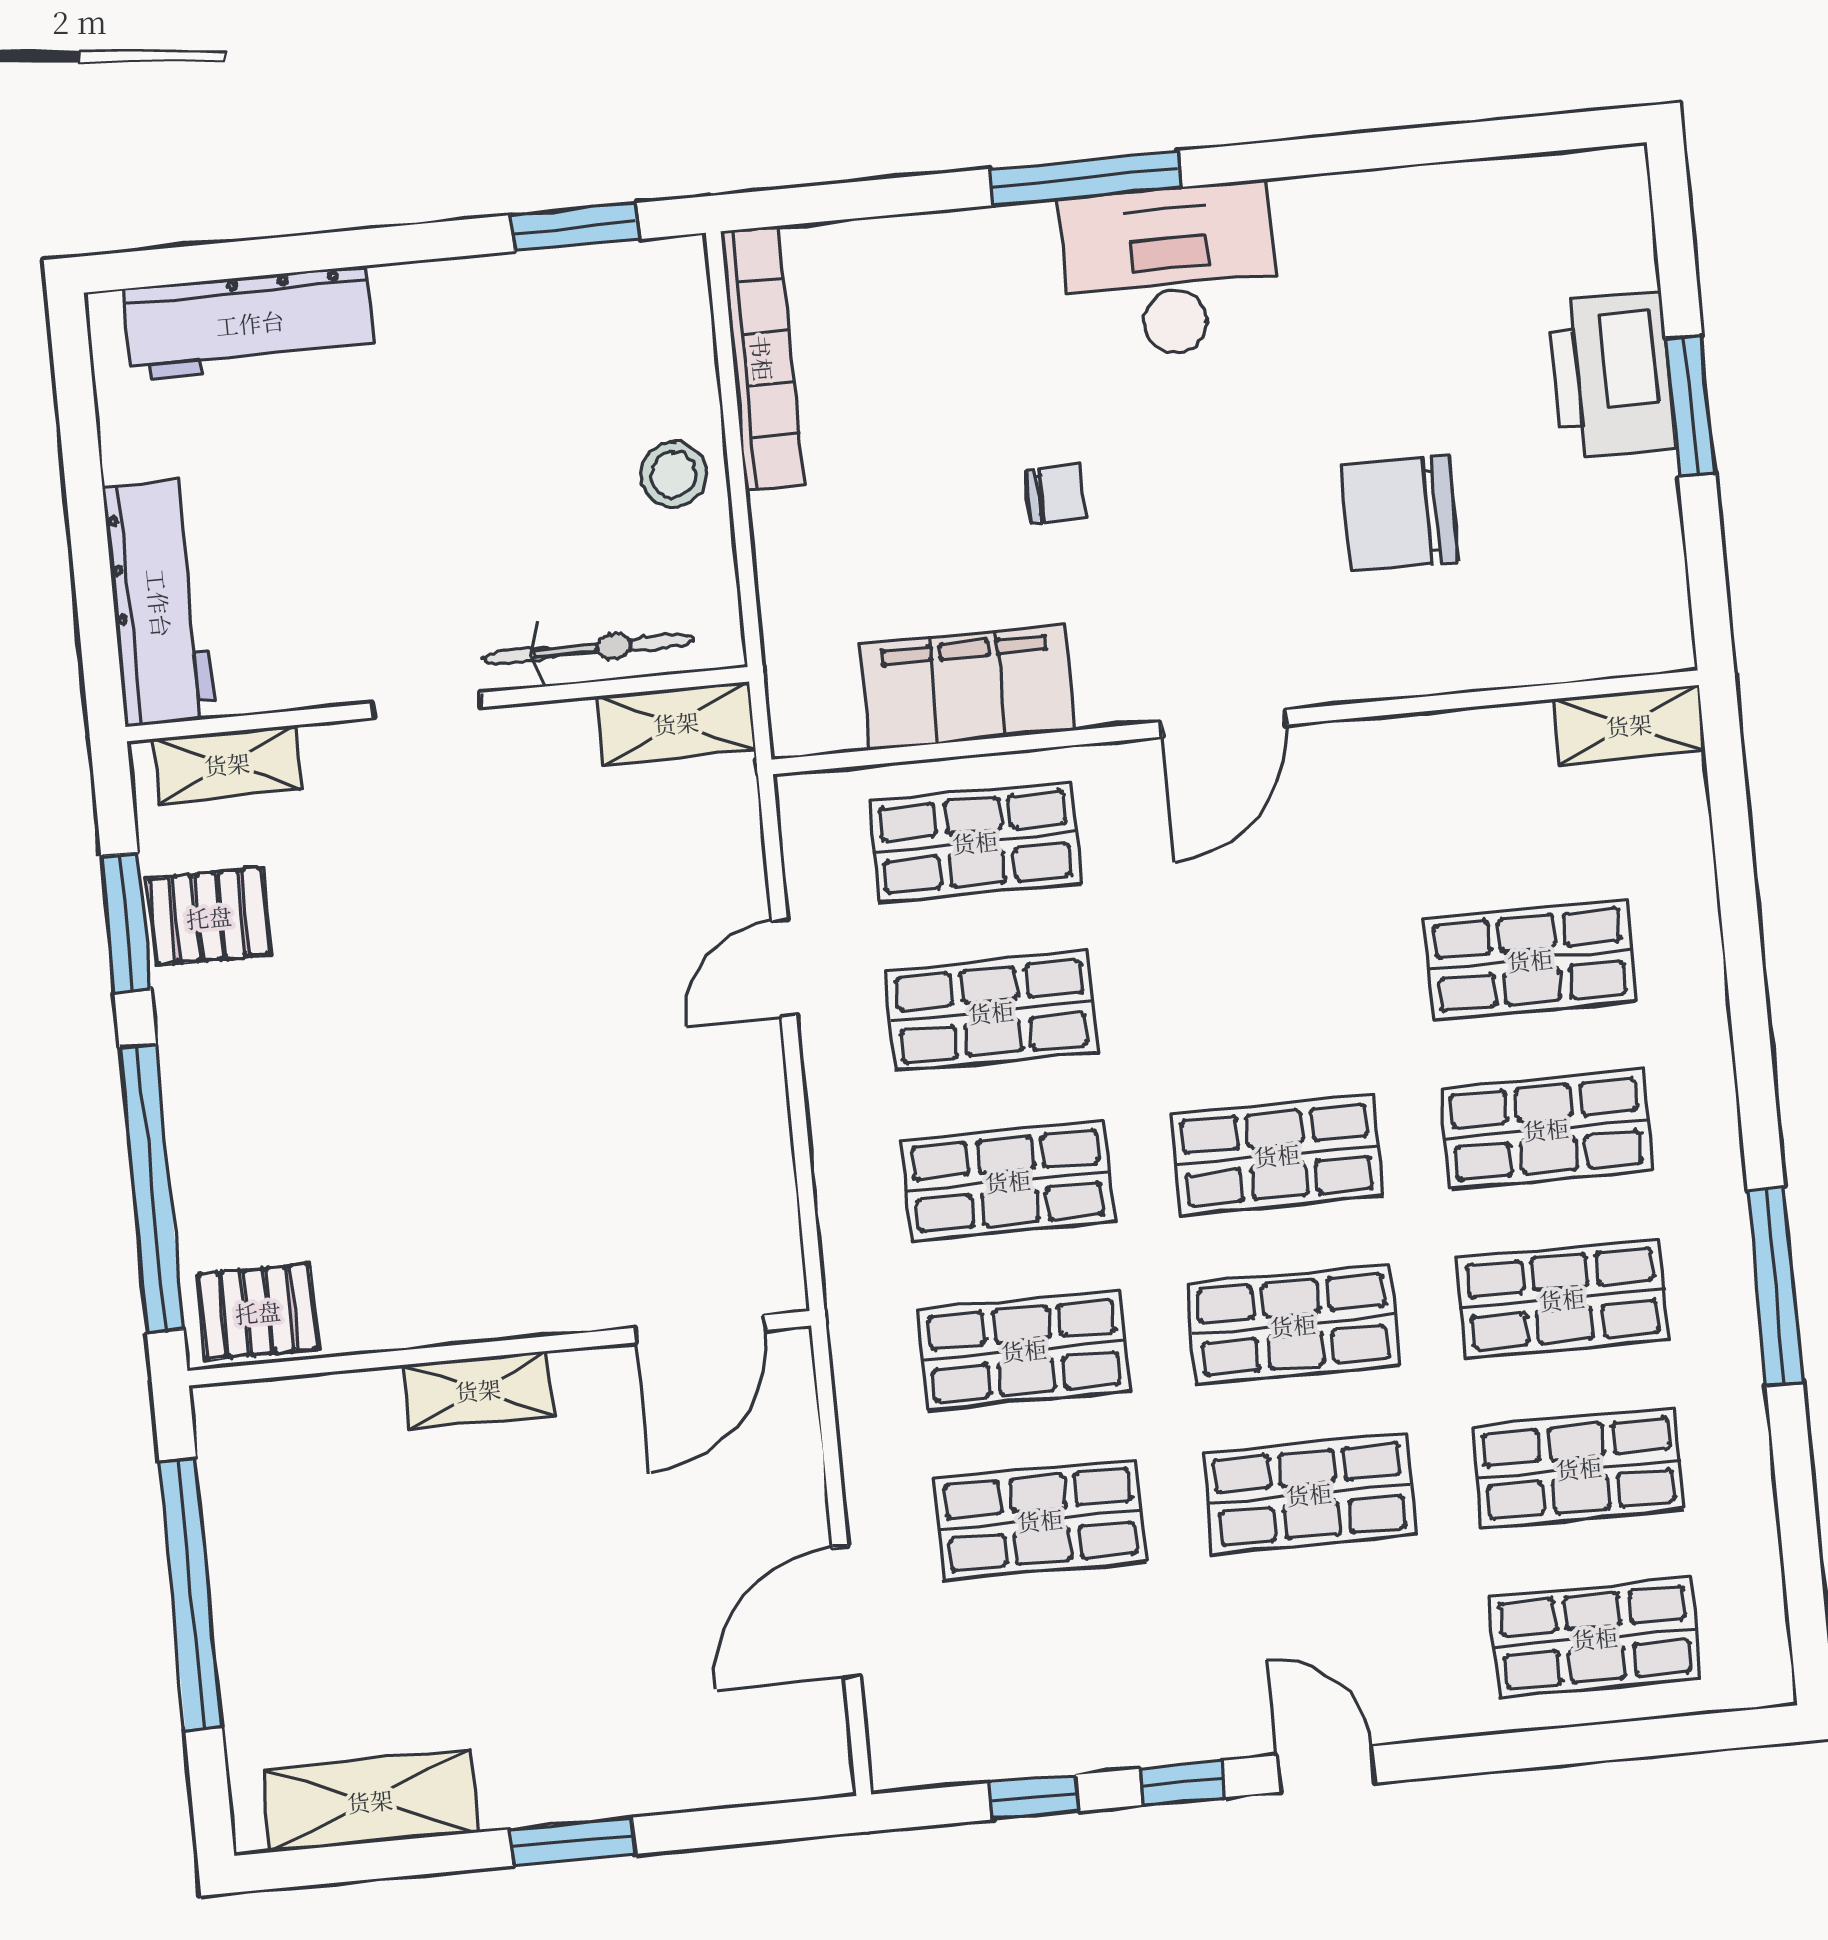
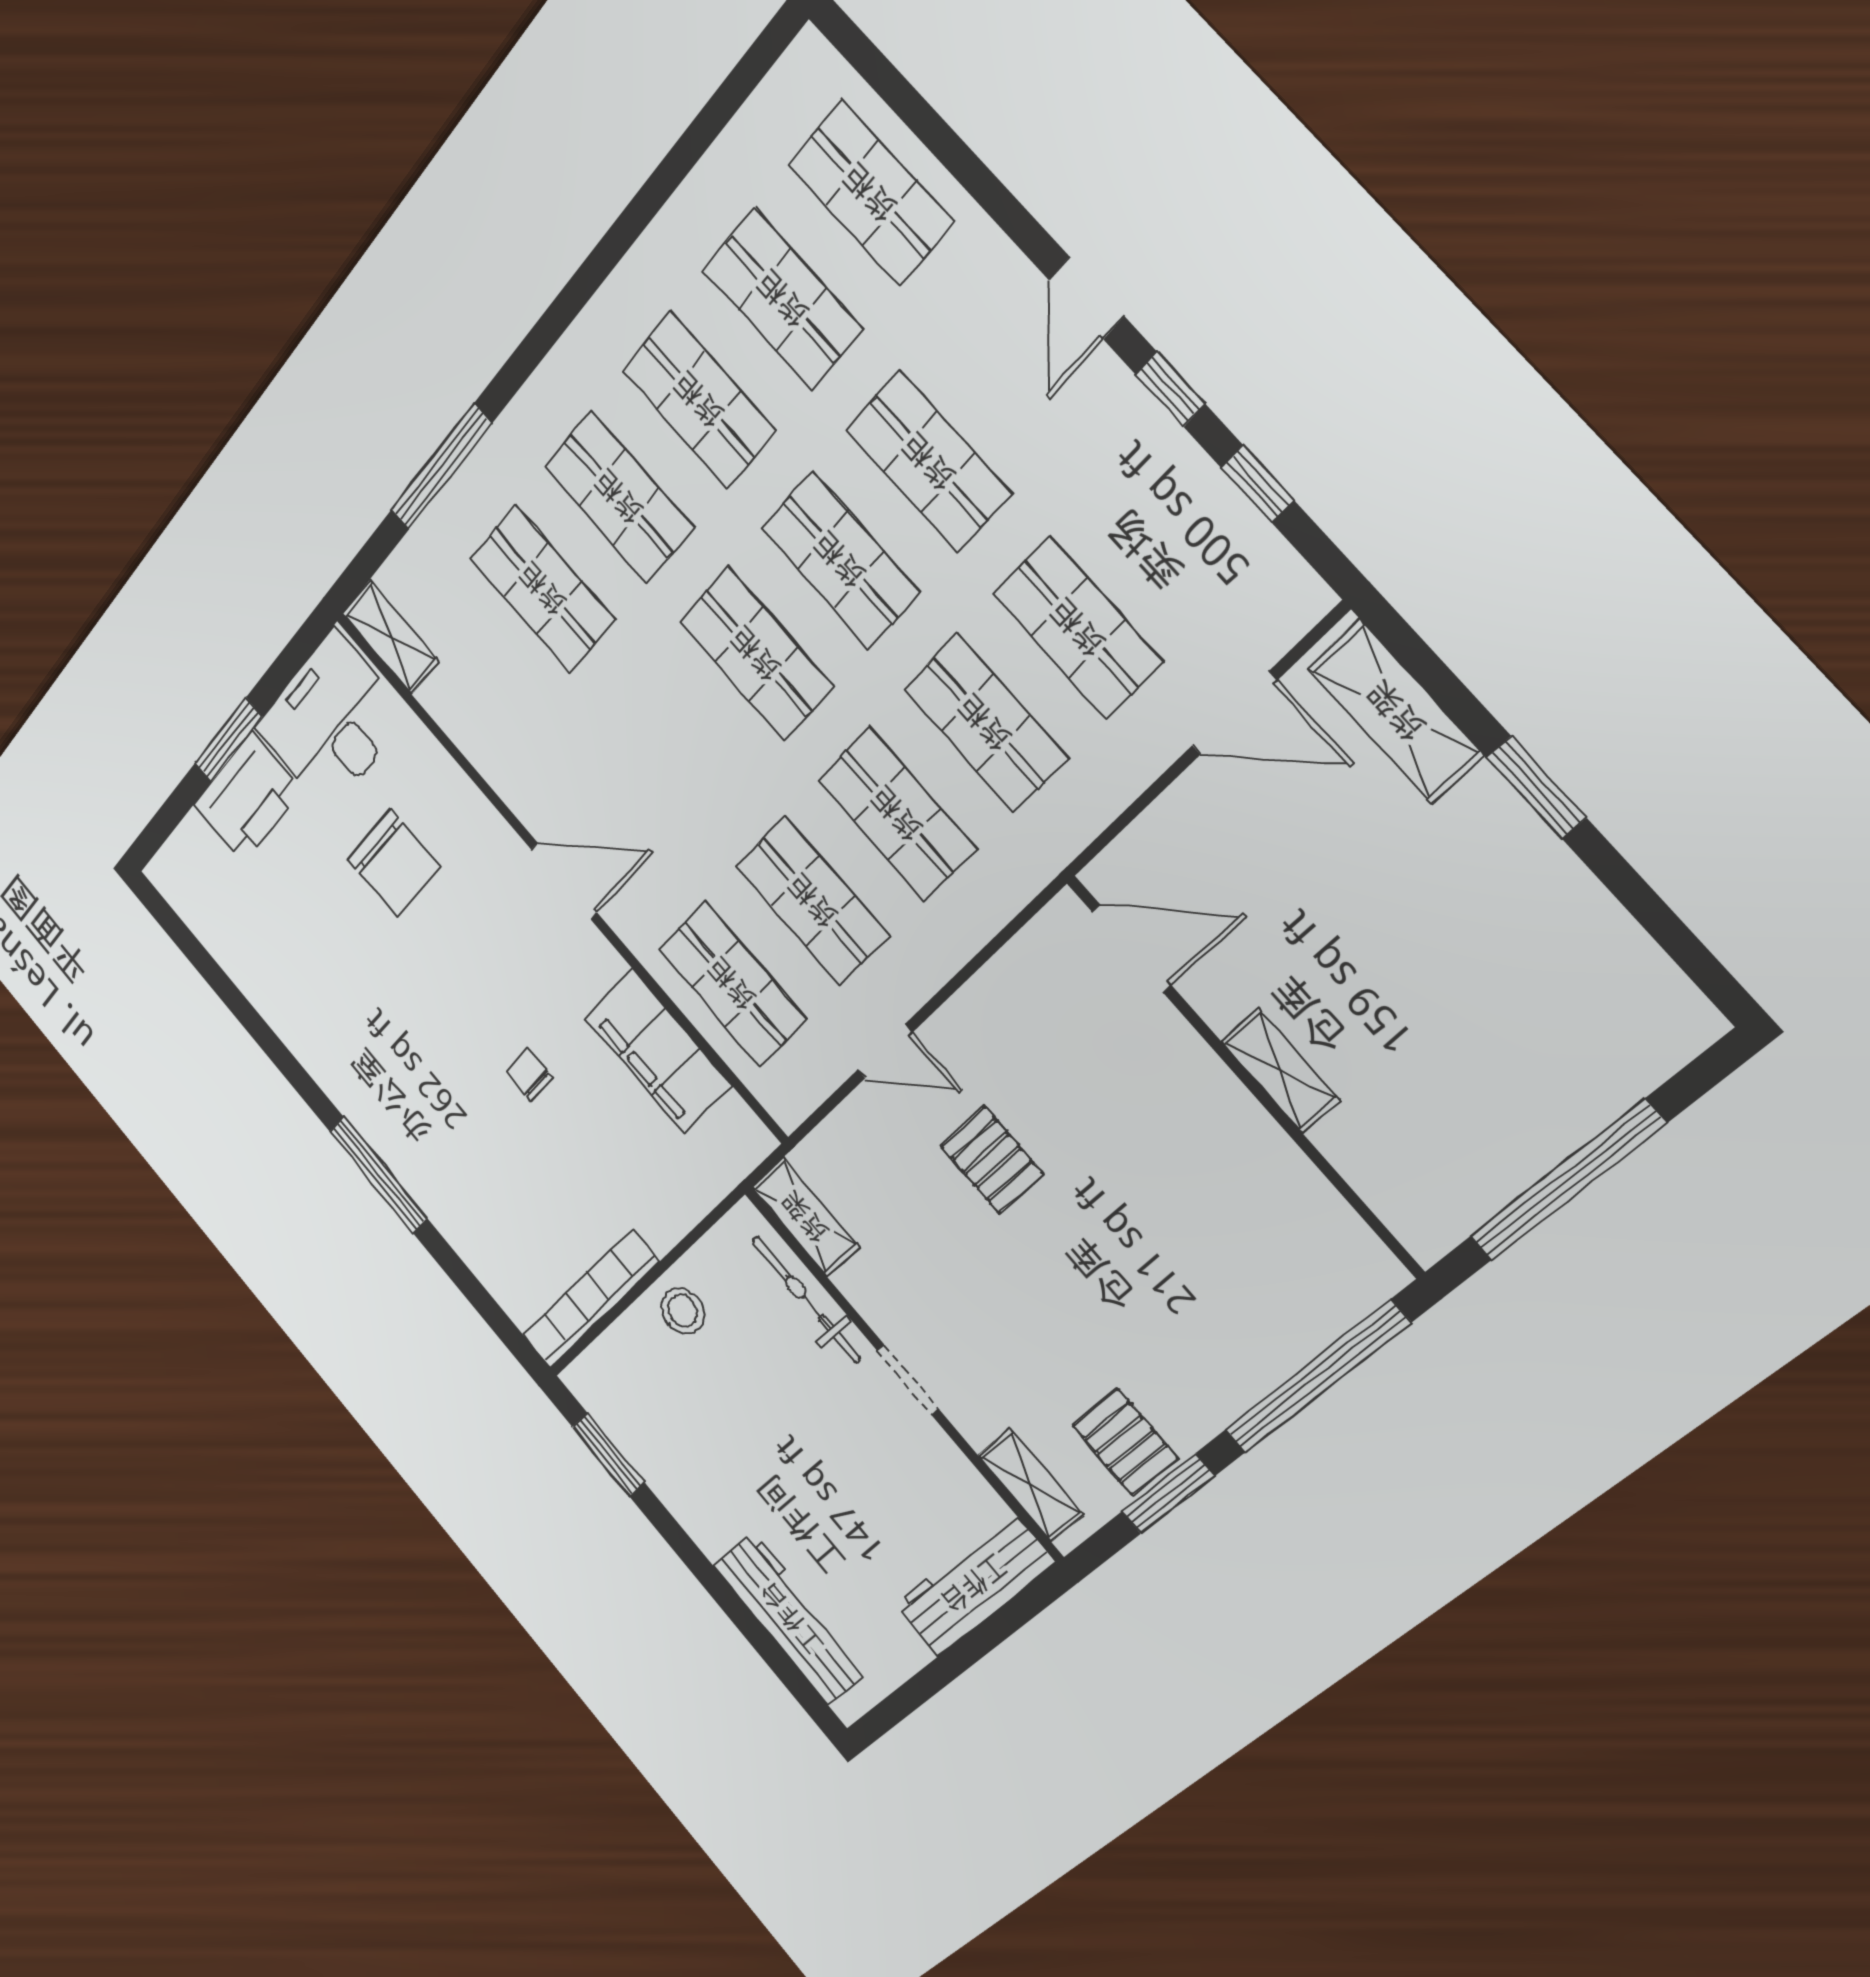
desk: (1171, 271) -> (331, 721), moved, turned 90
window: (1775, 1286) -> (441, 467), moved
pallet: (258, 1312) -> (992, 1160), moved
shelving: (370, 1801) -> (1396, 711), moved

